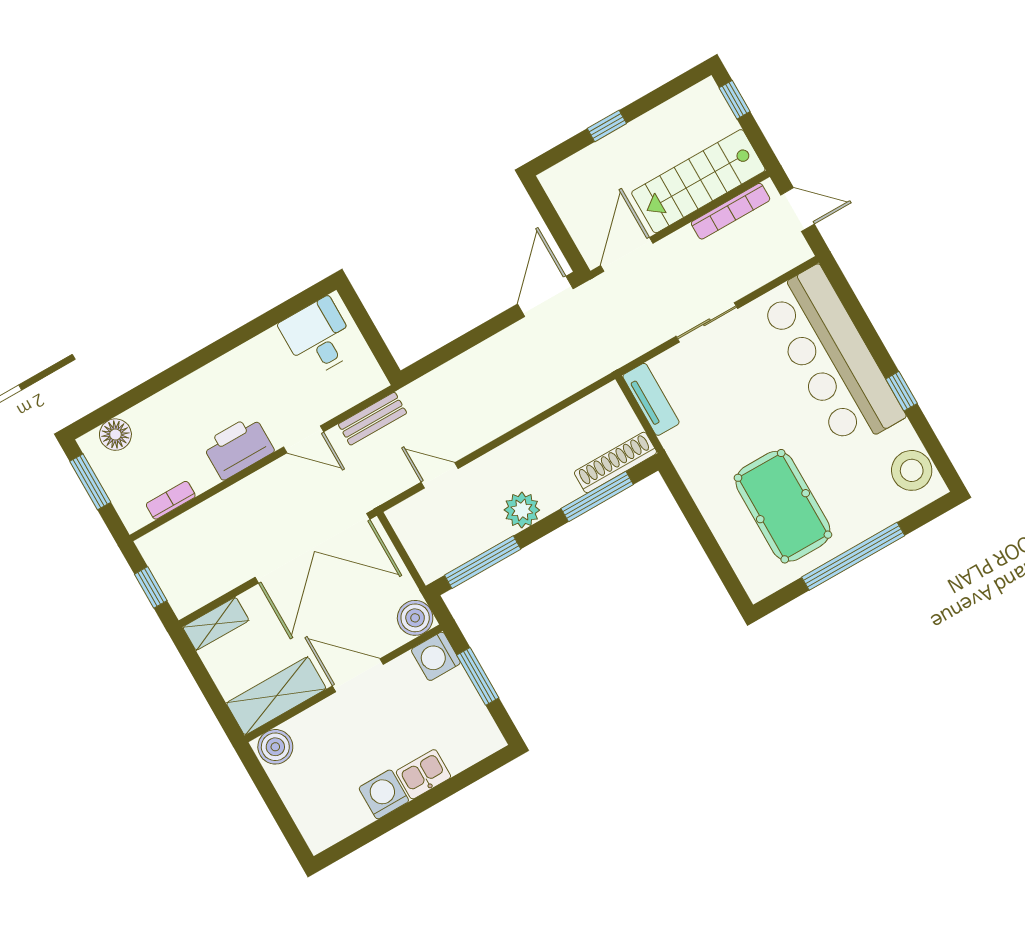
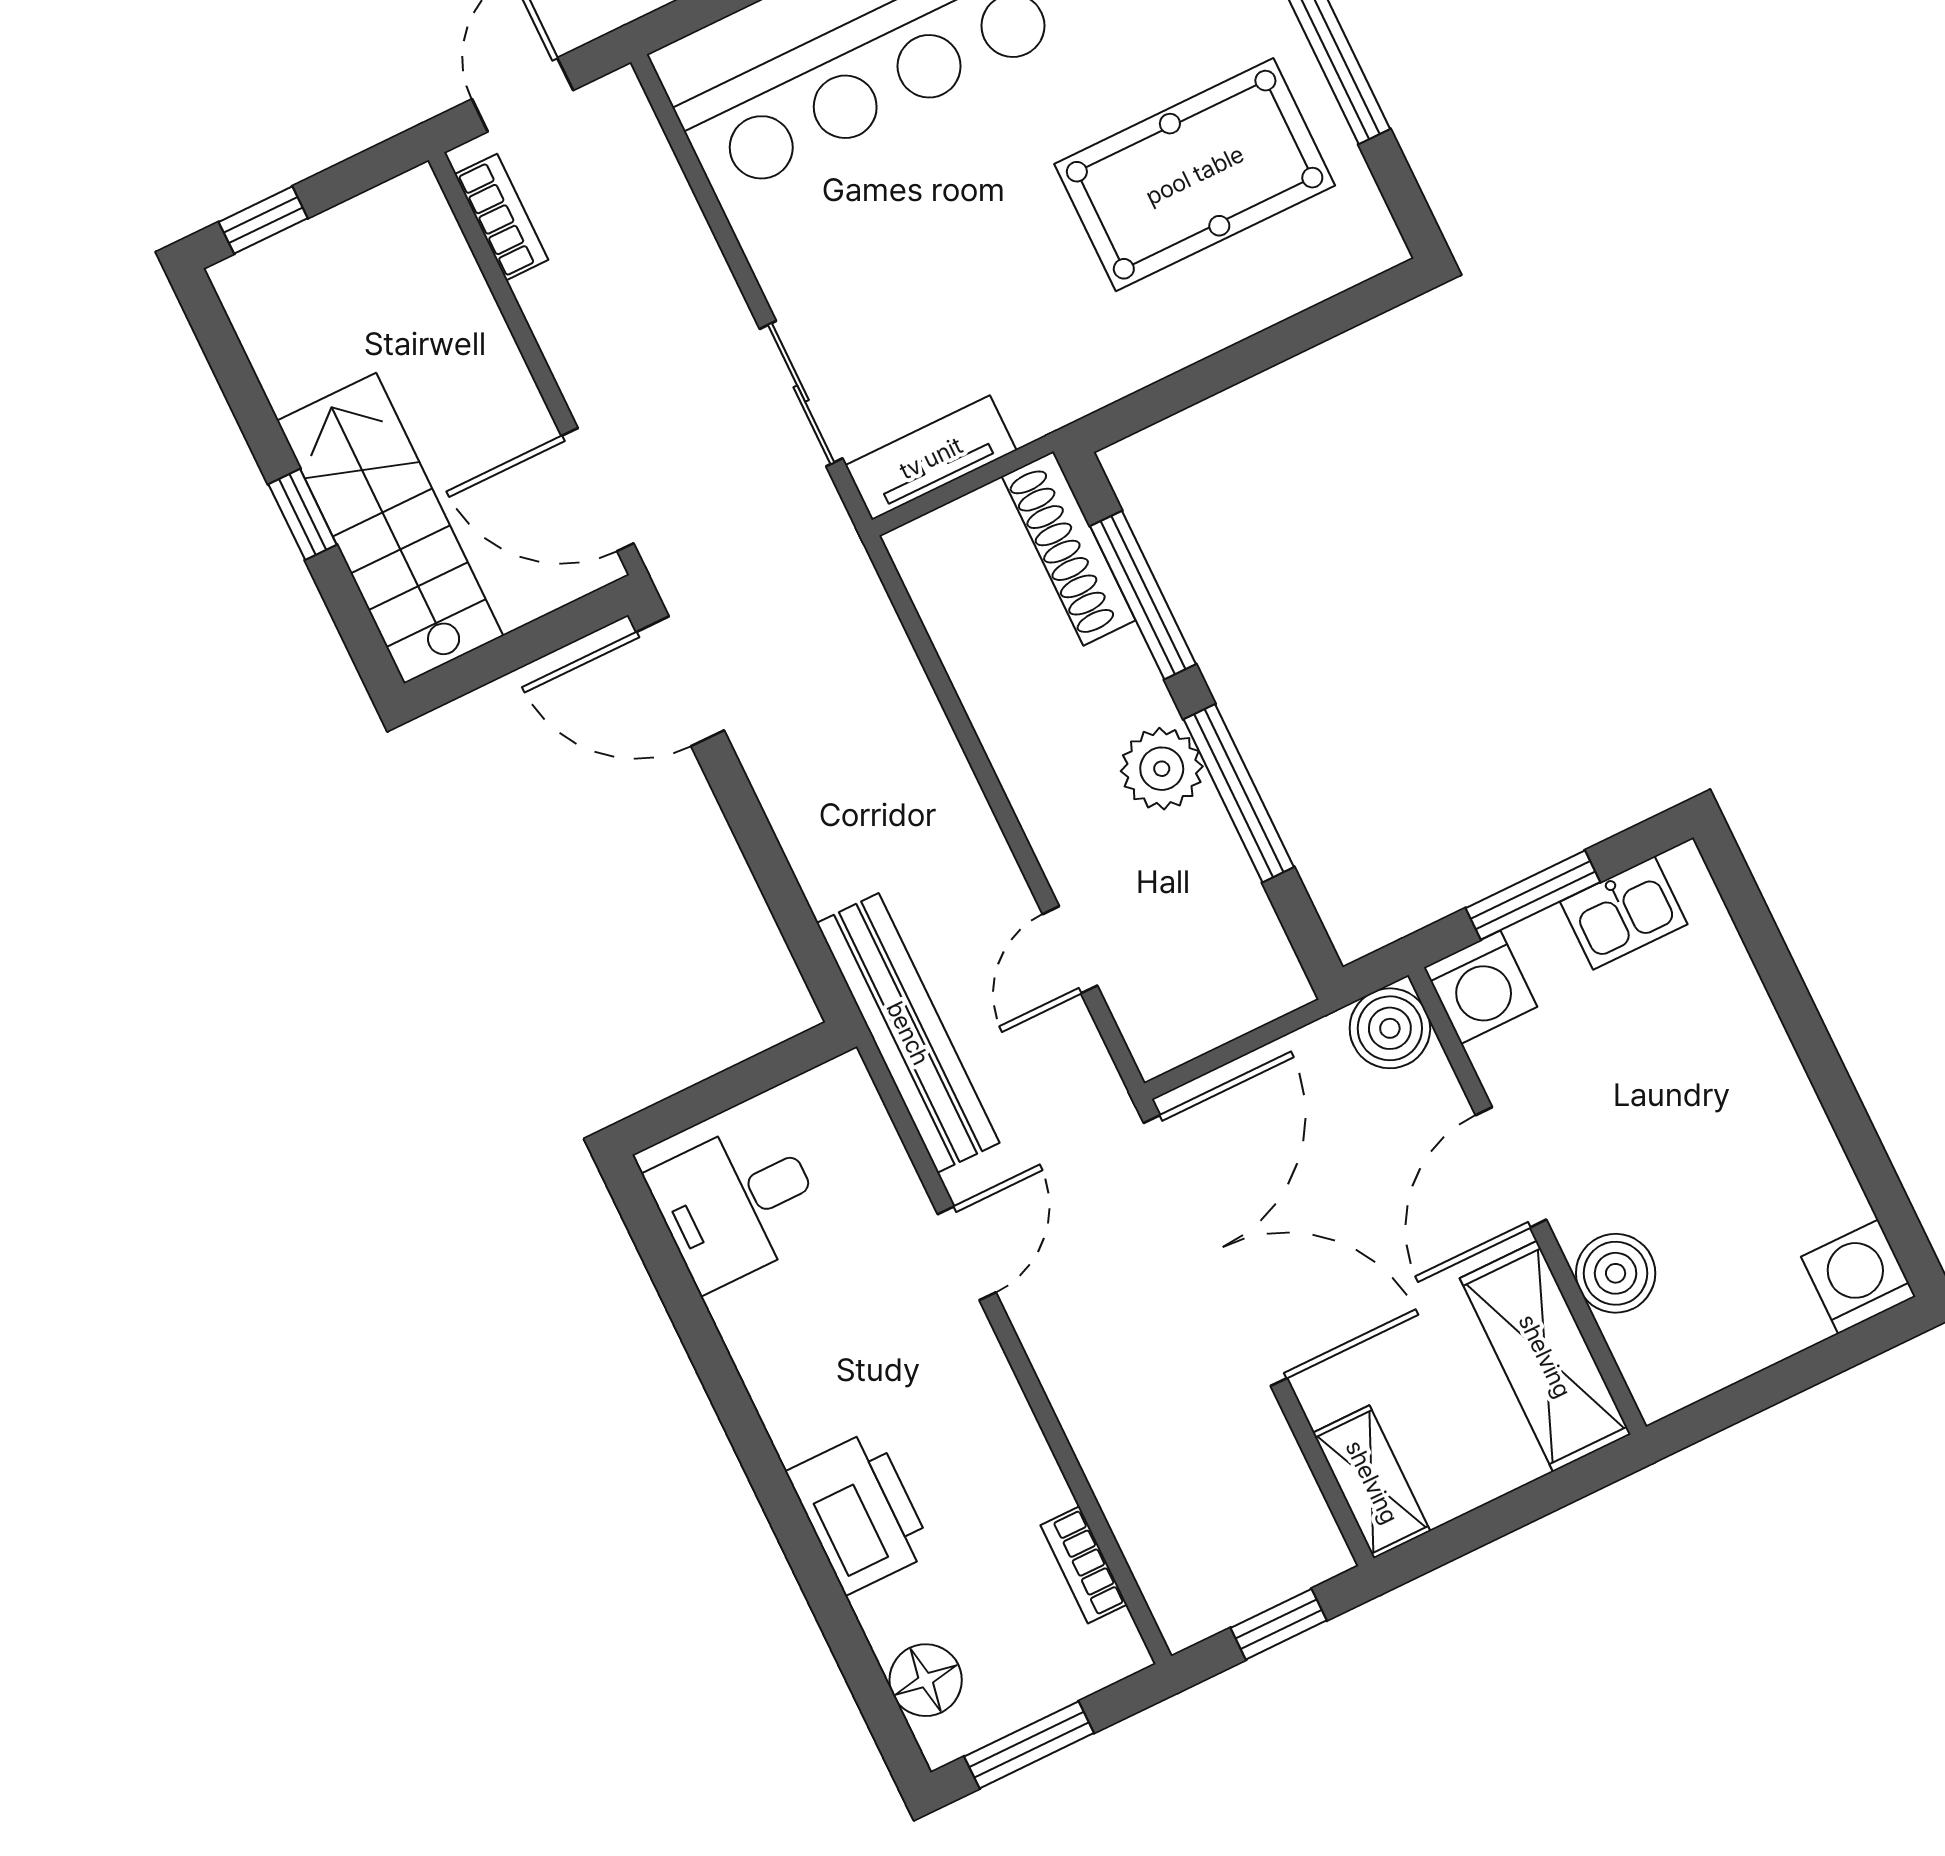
stairs: (698, 181) -> (390, 528), moved, turned 180
bookcase: (731, 211) -> (501, 217), width x0.64
sliding door: (707, 322) -> (801, 394), moved
bench: (372, 419) -> (908, 1033), width x1.86, depth x1.21
printer: (238, 447) -> (860, 1512), moved, turned 180
window: (483, 562) -> (1239, 793), moved
boiler: (275, 747) -> (1616, 1273), moved
kitchen sink: (423, 774) -> (1624, 913), moved, turned -90
washing machine: (384, 794) -> (1858, 1277), moved, turned 90

